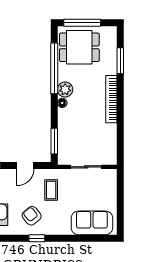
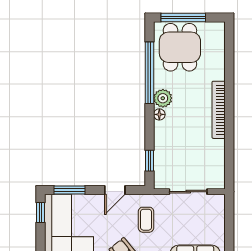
dining table: (79, 47) -> (180, 47), turned 90
window: (120, 61) -> (229, 63), removed
window: (54, 141) -> (150, 161), width x0.67

